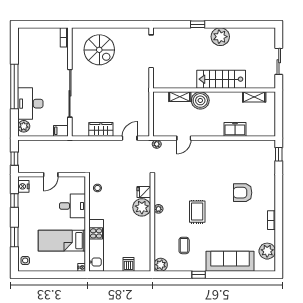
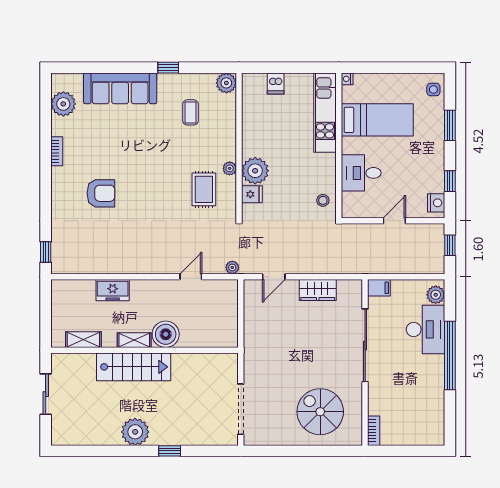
shelving: (180, 97) -> (134, 340), moved
rug: (197, 212) -> (204, 189), moved

